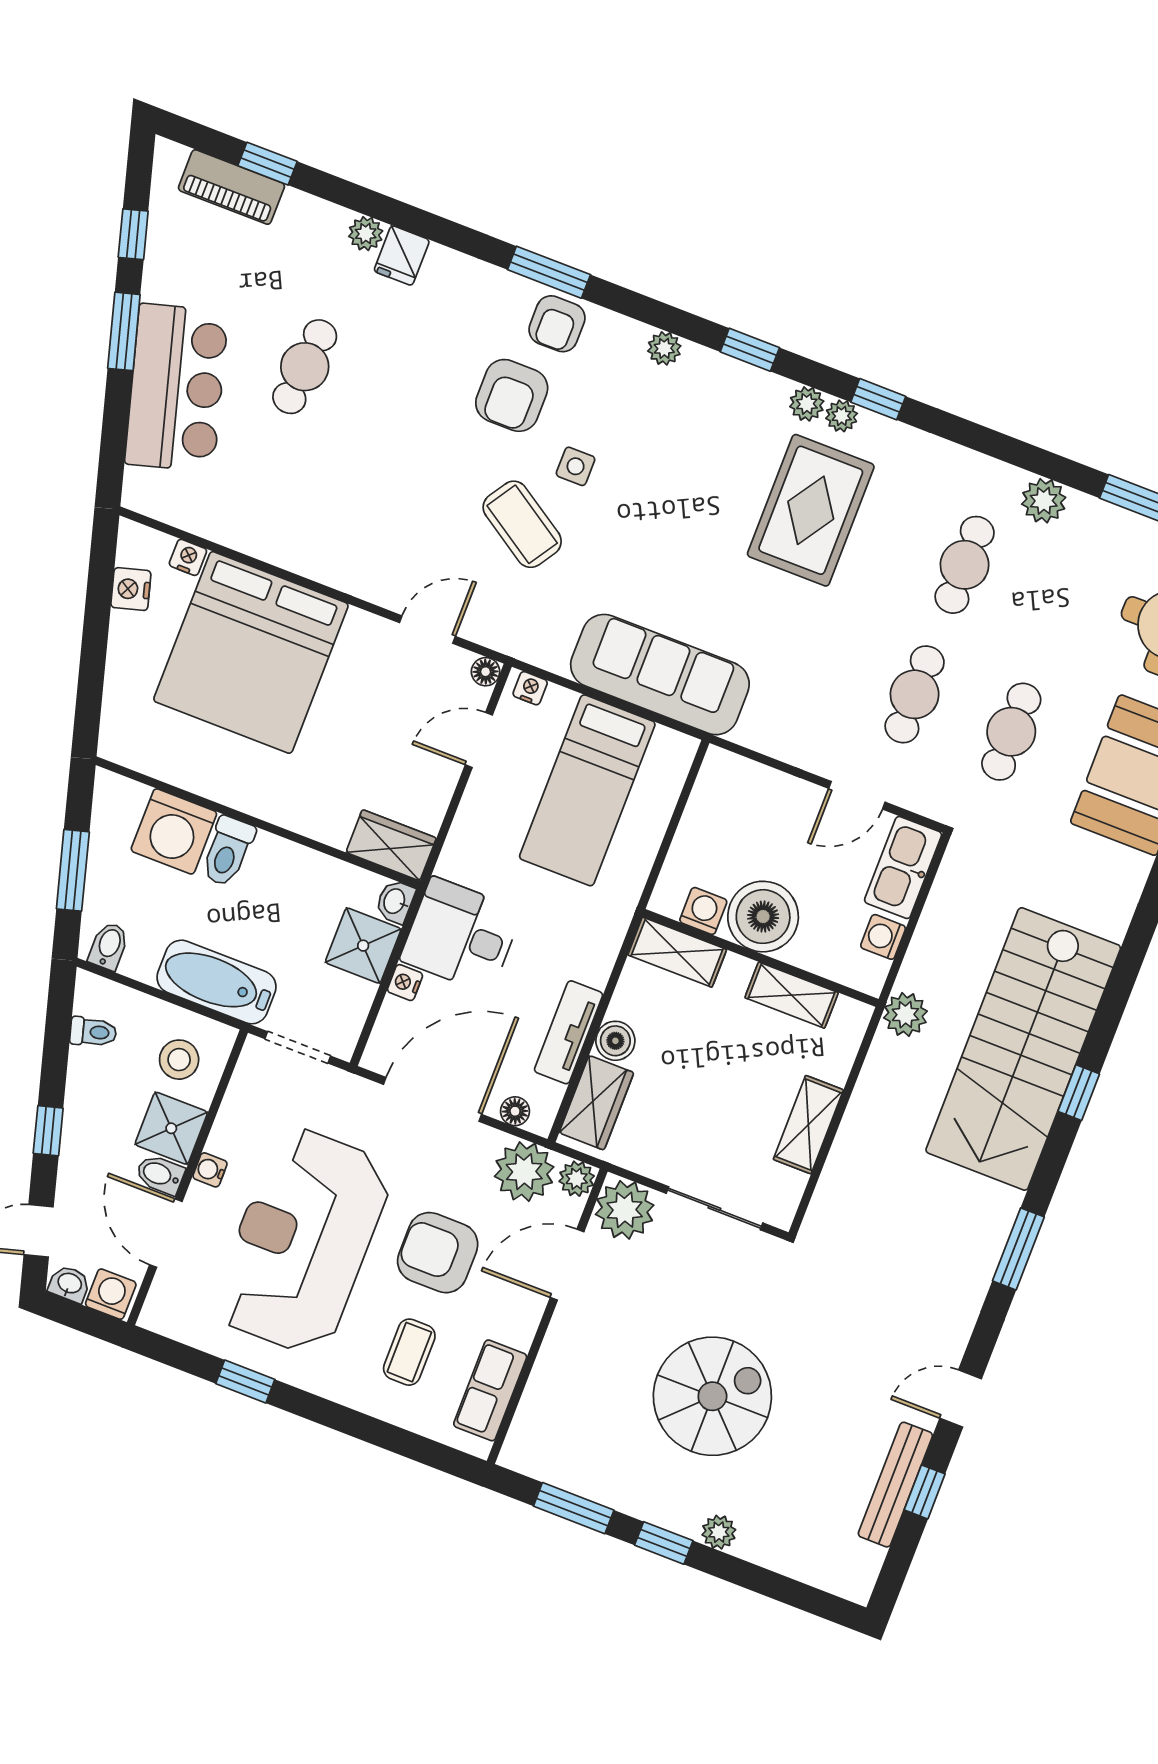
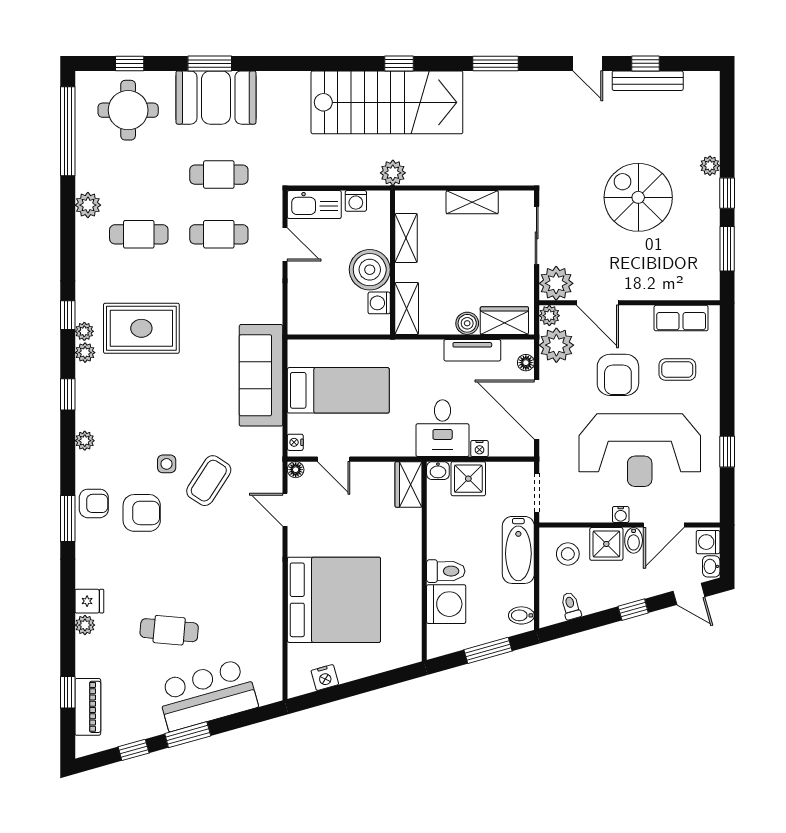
nightstand: (188, 557) -> (296, 653), removed

